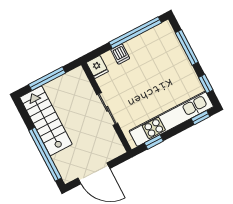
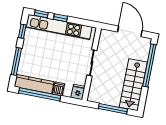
kitchen counter: (149, 39) -> (34, 84), added
window: (154, 142) -> (61, 18), moved

